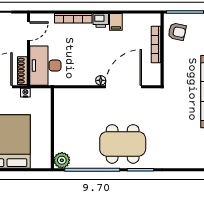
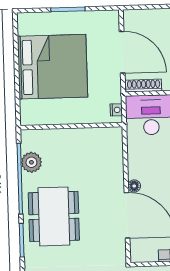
nightstand: (25, 93) -> (116, 110), moved
plant: (62, 160) -> (31, 162), moved

